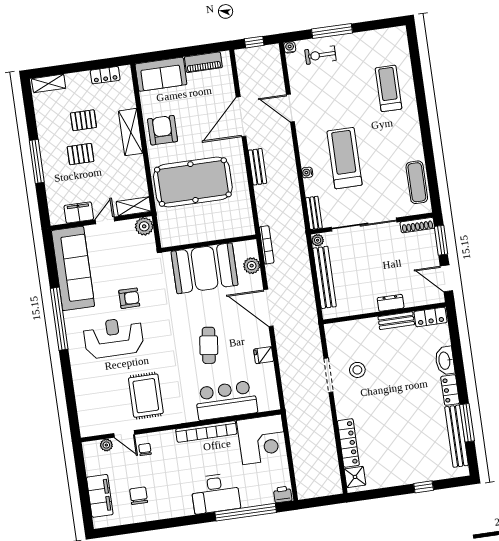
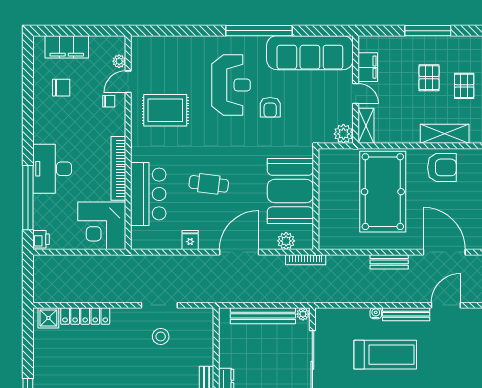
bench: (314, 213) -> (406, 314), moved, width x1.36

